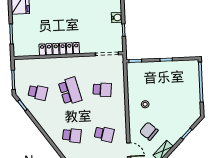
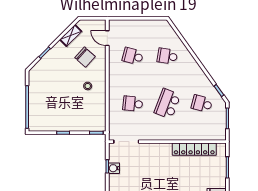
water cooler: (117, 18) -> (114, 168), moved
locker: (59, 49) -> (194, 149), moved
school desk: (70, 91) -> (167, 104), turned 36

